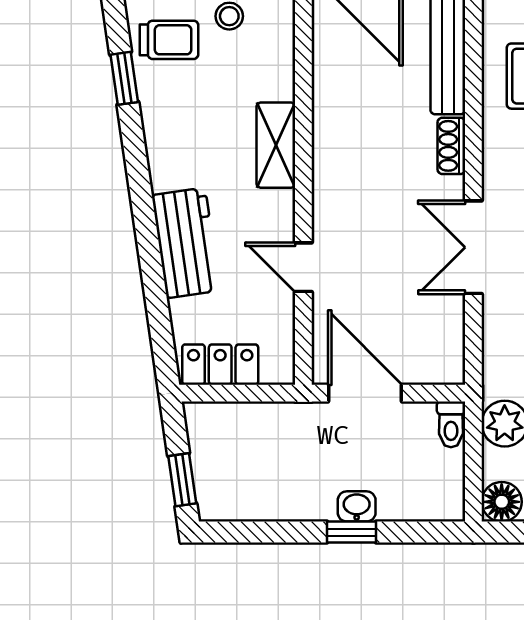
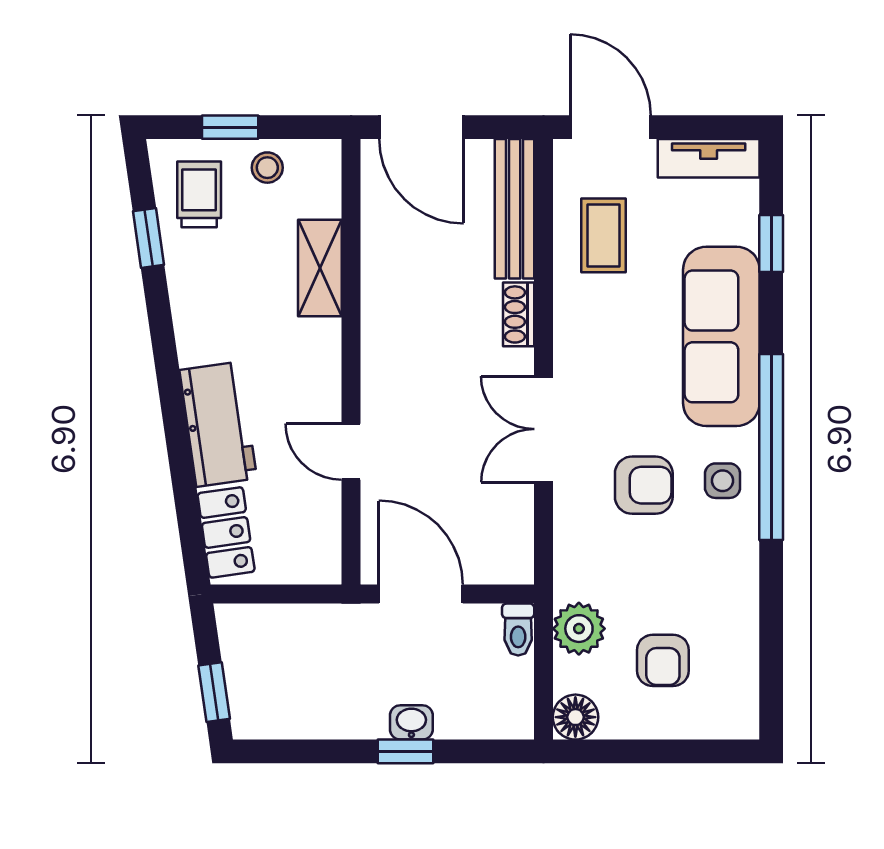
trolley: (169, 40) -> (199, 194), turned -90
shelving: (276, 145) -> (320, 268), moved
locker: (220, 365) -> (226, 532), moved, turned 82

